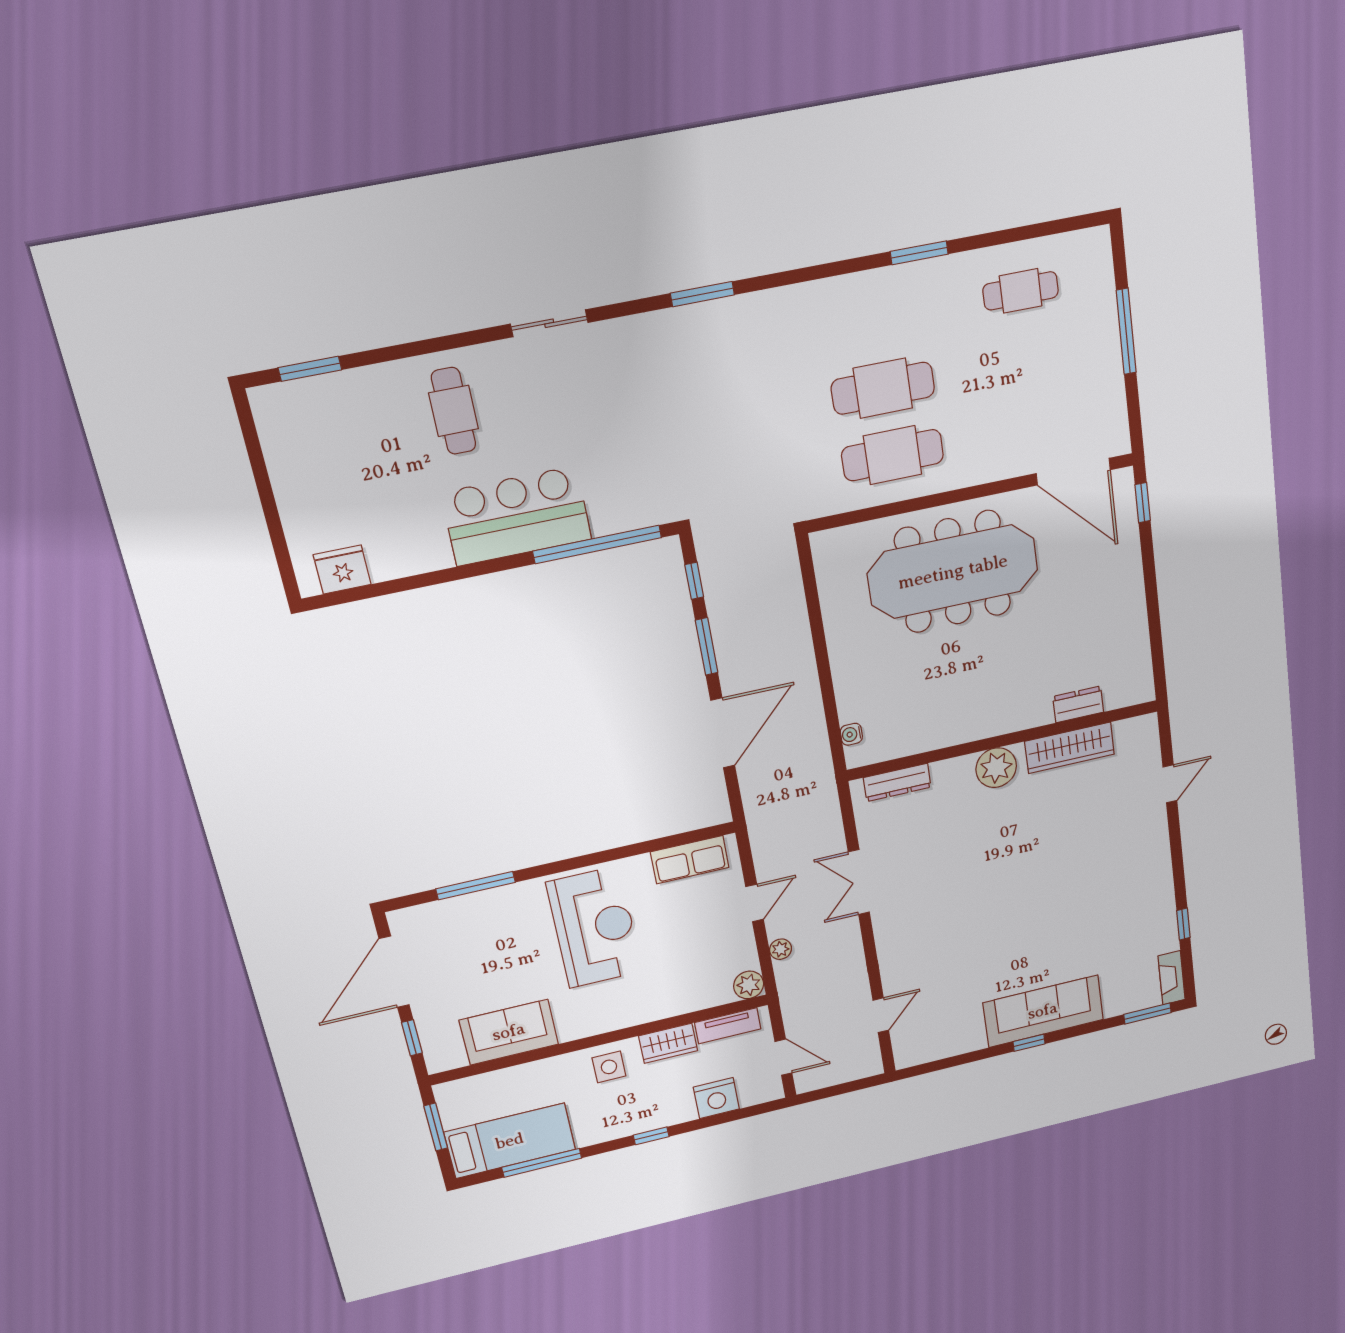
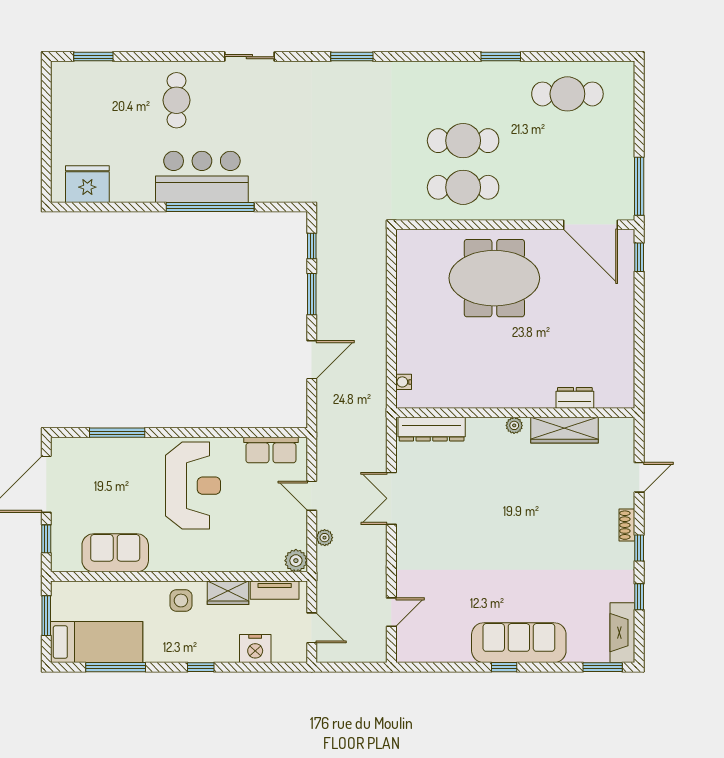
cafe table: (1021, 291) -> (567, 94), width x1.37, depth x1.35
window: (1126, 331) -> (639, 186), moved
window: (597, 544) -> (210, 207), moved
fridge: (342, 570) -> (87, 184), width x1.36, depth x1.34
meeting table: (953, 572) -> (494, 278), width x0.73
door: (723, 733) -> (312, 360), width x0.73
plant: (996, 768) -> (514, 425), width x0.53, depth x0.53
dresser: (897, 782) -> (432, 429), width x1.37, depth x1.24
shoe rack: (1160, 845) -> (627, 525), added
window: (1178, 868) -> (639, 548), added
door: (755, 903) -> (312, 496), swing flipped
fireplace: (1172, 978) -> (622, 633), width x1.37, depth x1.32

